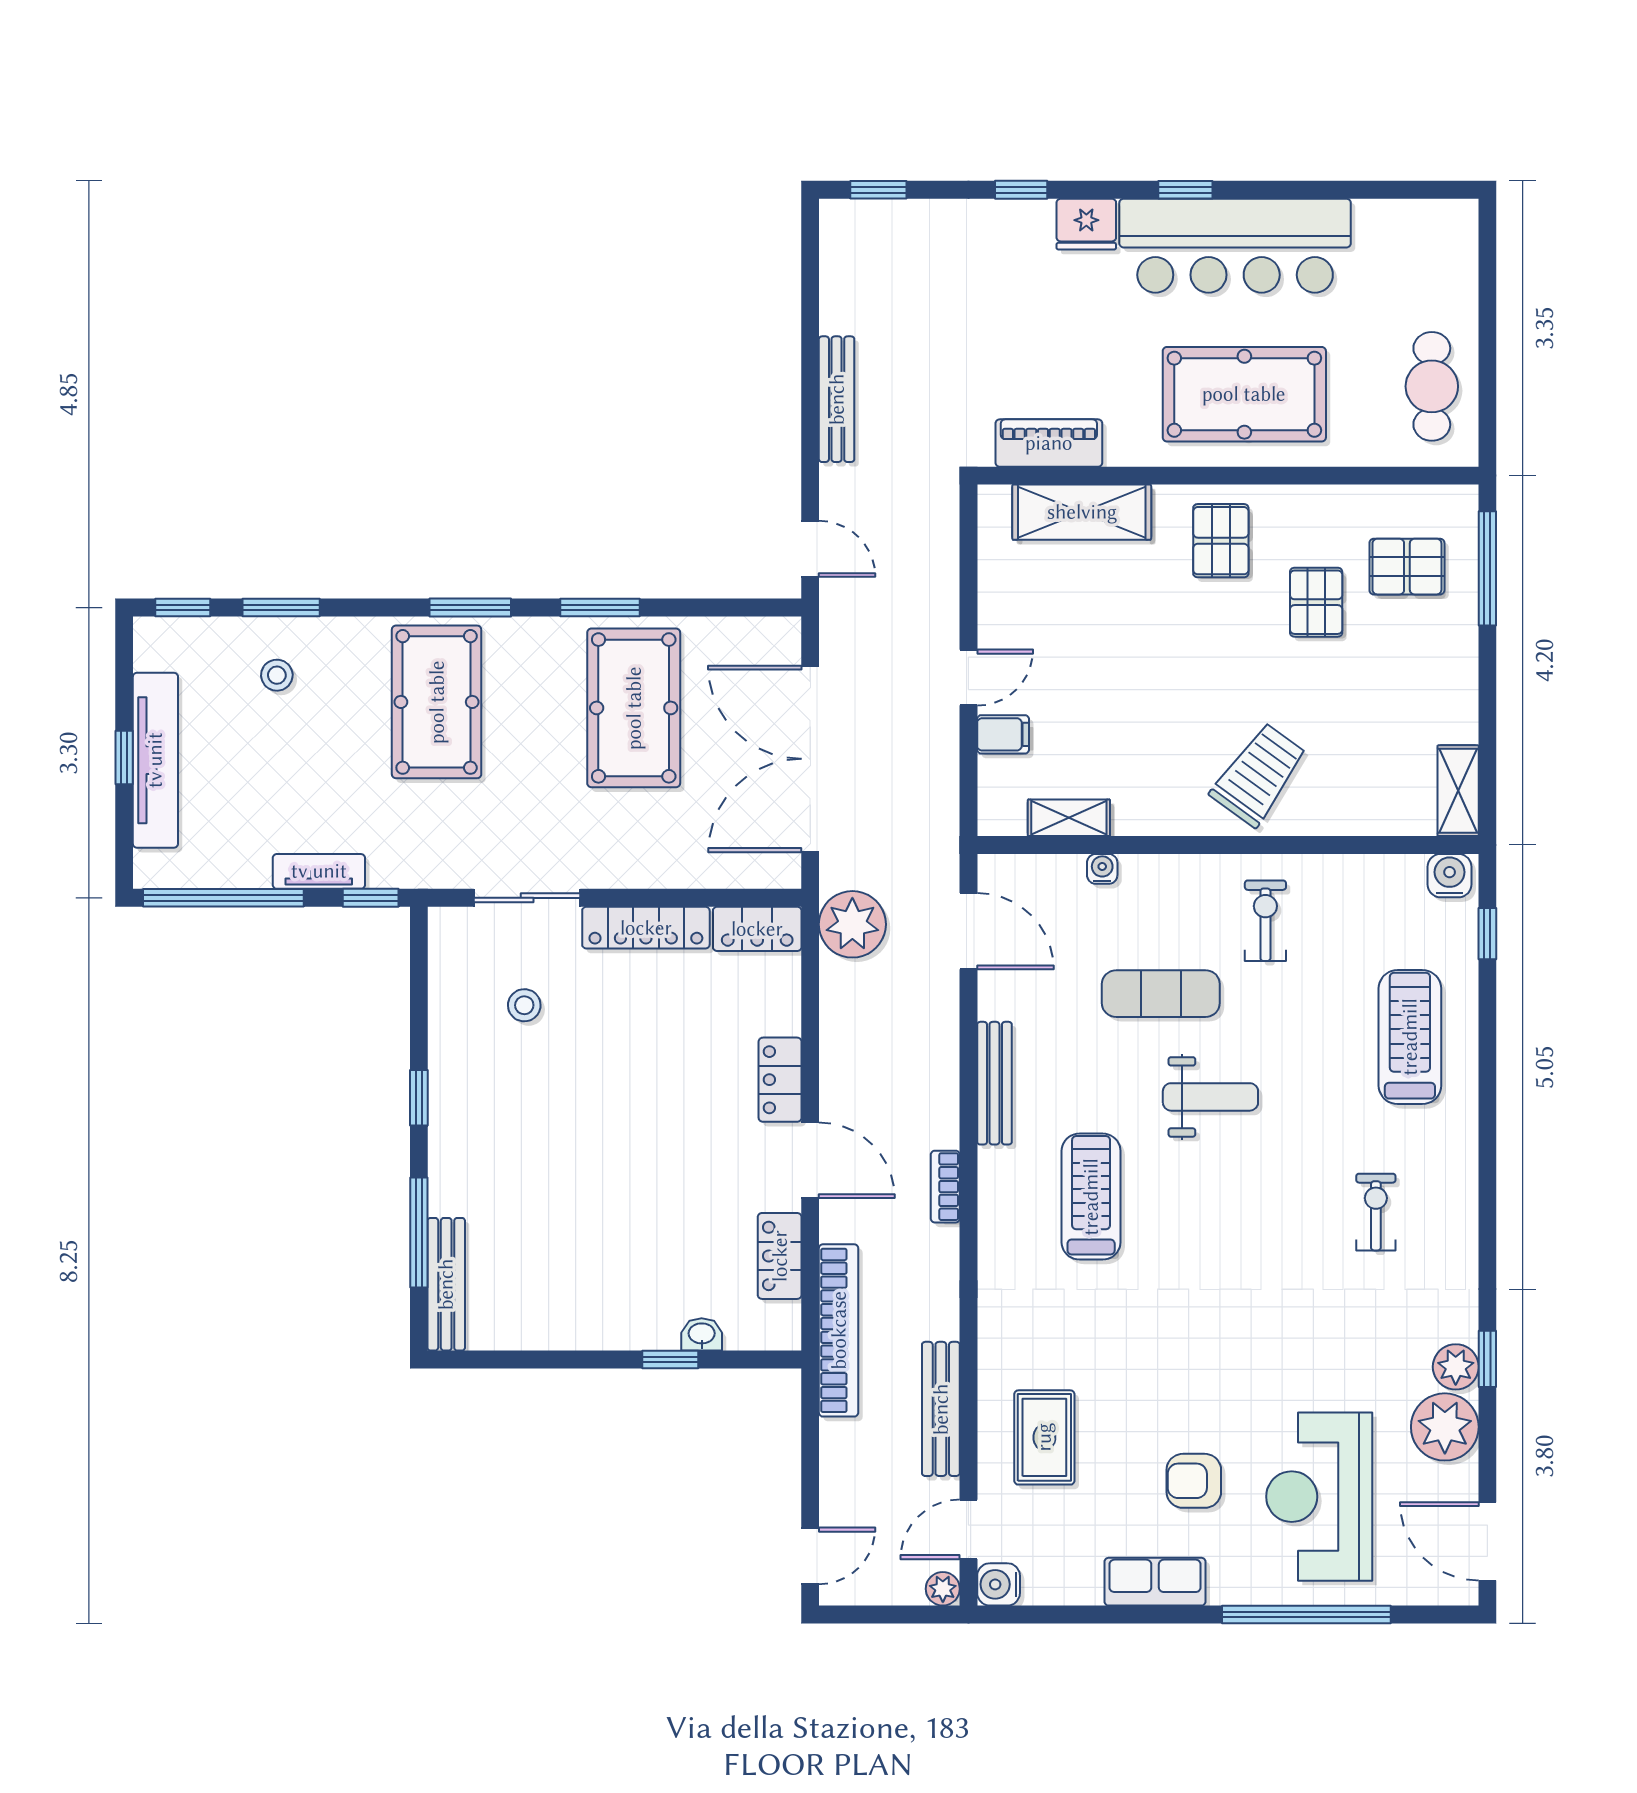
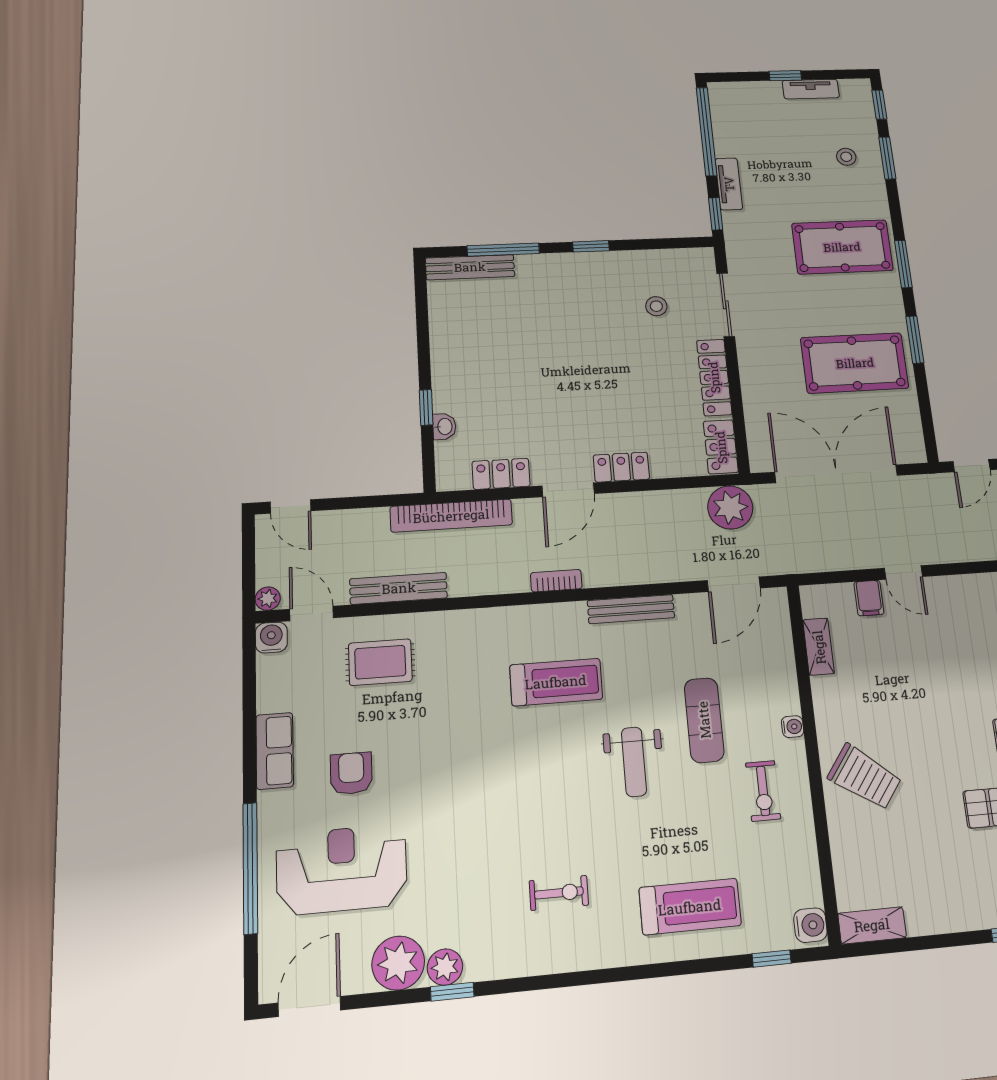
tv unit: (155, 760) -> (811, 89), width x0.52, depth x0.78
water cooler: (1102, 869) -> (793, 727), moved
exercise bike: (1265, 921) -> (763, 791), turned 90

